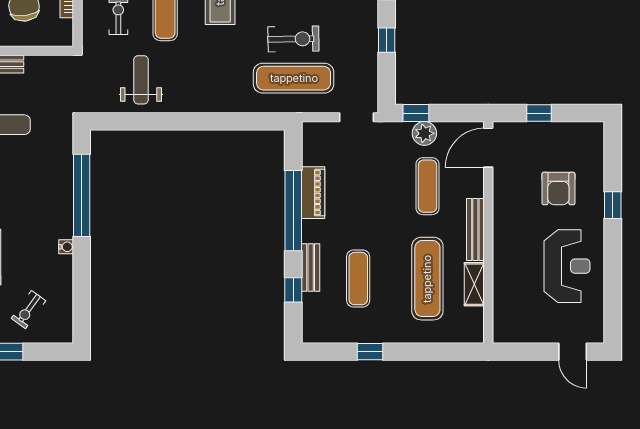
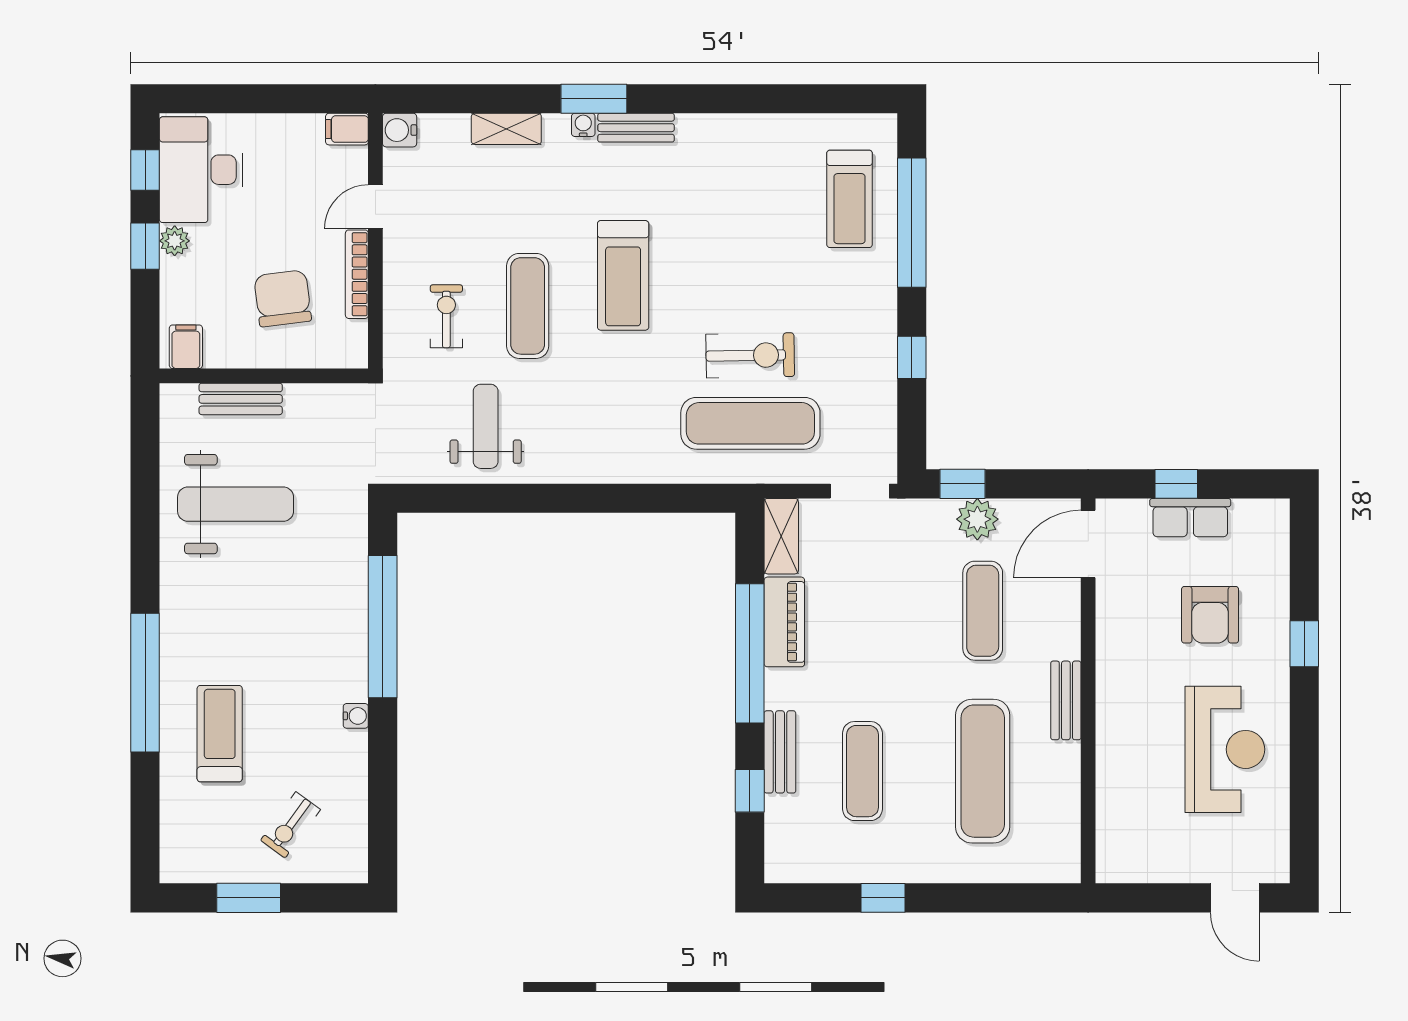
row of seats: (547, 132) -> (1190, 518), added
bench: (475, 230) -> (1066, 700), width x0.73
shelving: (474, 284) -> (781, 536), moved

